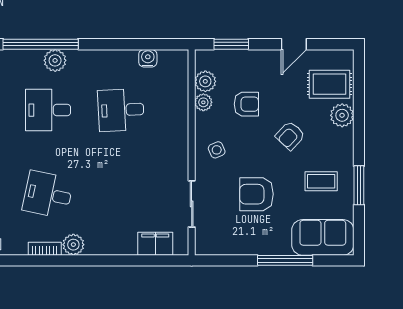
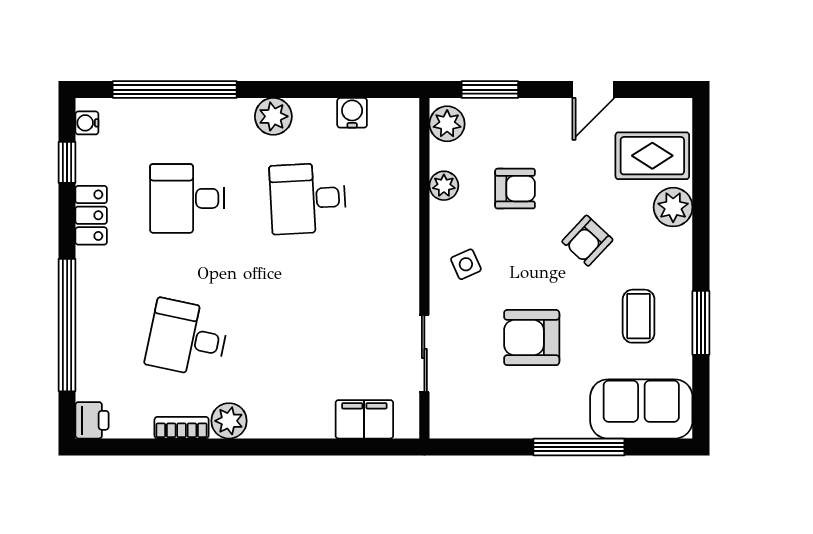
plant: (55, 60) -> (273, 116), moved
plant: (205, 81) -> (447, 124), moved
coffee table: (321, 181) -> (639, 316), turned 90

